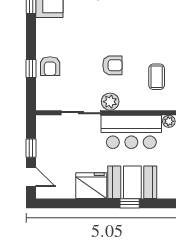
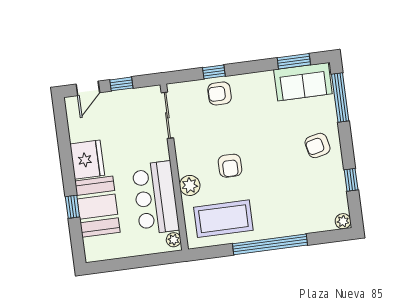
coffee table: (157, 77) -> (223, 219), width x1.86, depth x1.72
plant: (110, 102) -> (190, 185), moved
sliding door: (81, 113) -> (167, 115), moved

